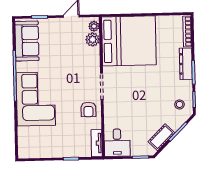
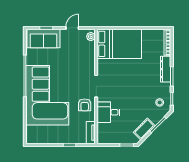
plant: (93, 39) -> (89, 47), removed
sofa: (27, 41) -> (44, 39), moved, turned 90
bed: (129, 41) -> (119, 44), width x0.73
corner sofa: (36, 99) -> (47, 95), width x1.36, depth x1.36
desk: (117, 143) -> (108, 112), moved, turned 90

